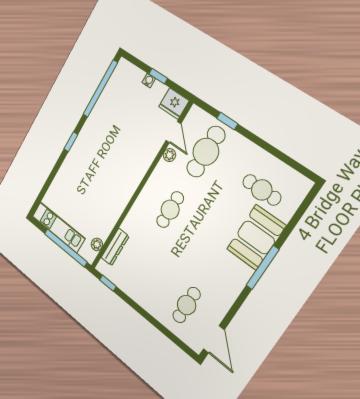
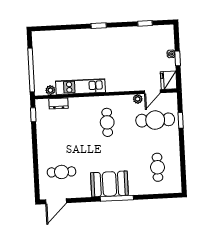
window: (100, 89) -> (145, 23), width x0.32
cafe table: (170, 210) -> (107, 122), turned 90
kitchen unit: (58, 227) -> (80, 87), moved, turned -90
booth: (256, 237) -> (109, 184), moved
dresser: (115, 247) -> (58, 103), width x0.70

